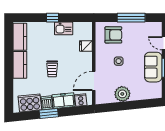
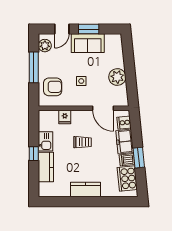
plant: (151, 28) -> (45, 46), added
armchair: (113, 35) -> (53, 87), turned 90
kitchen counter: (20, 37) -> (46, 167), moved, turned 90
trolley: (52, 69) -> (83, 142), moved

